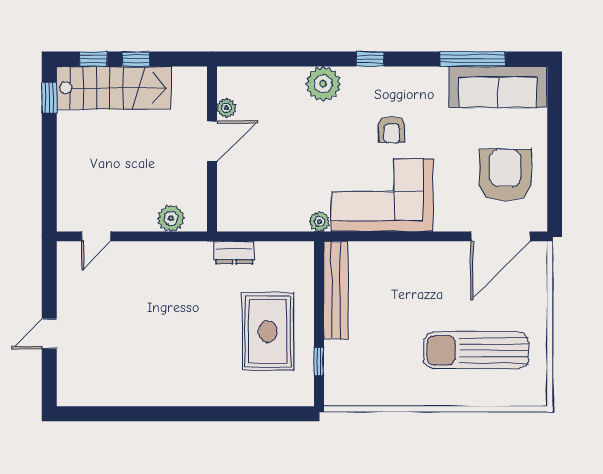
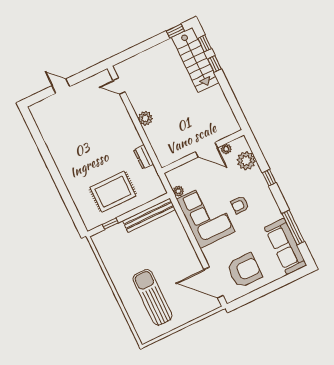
plant: (226, 108) -> (226, 149), moved
door: (212, 141) -> (206, 150), moved
wall: (212, 149) -> (203, 151), moved

